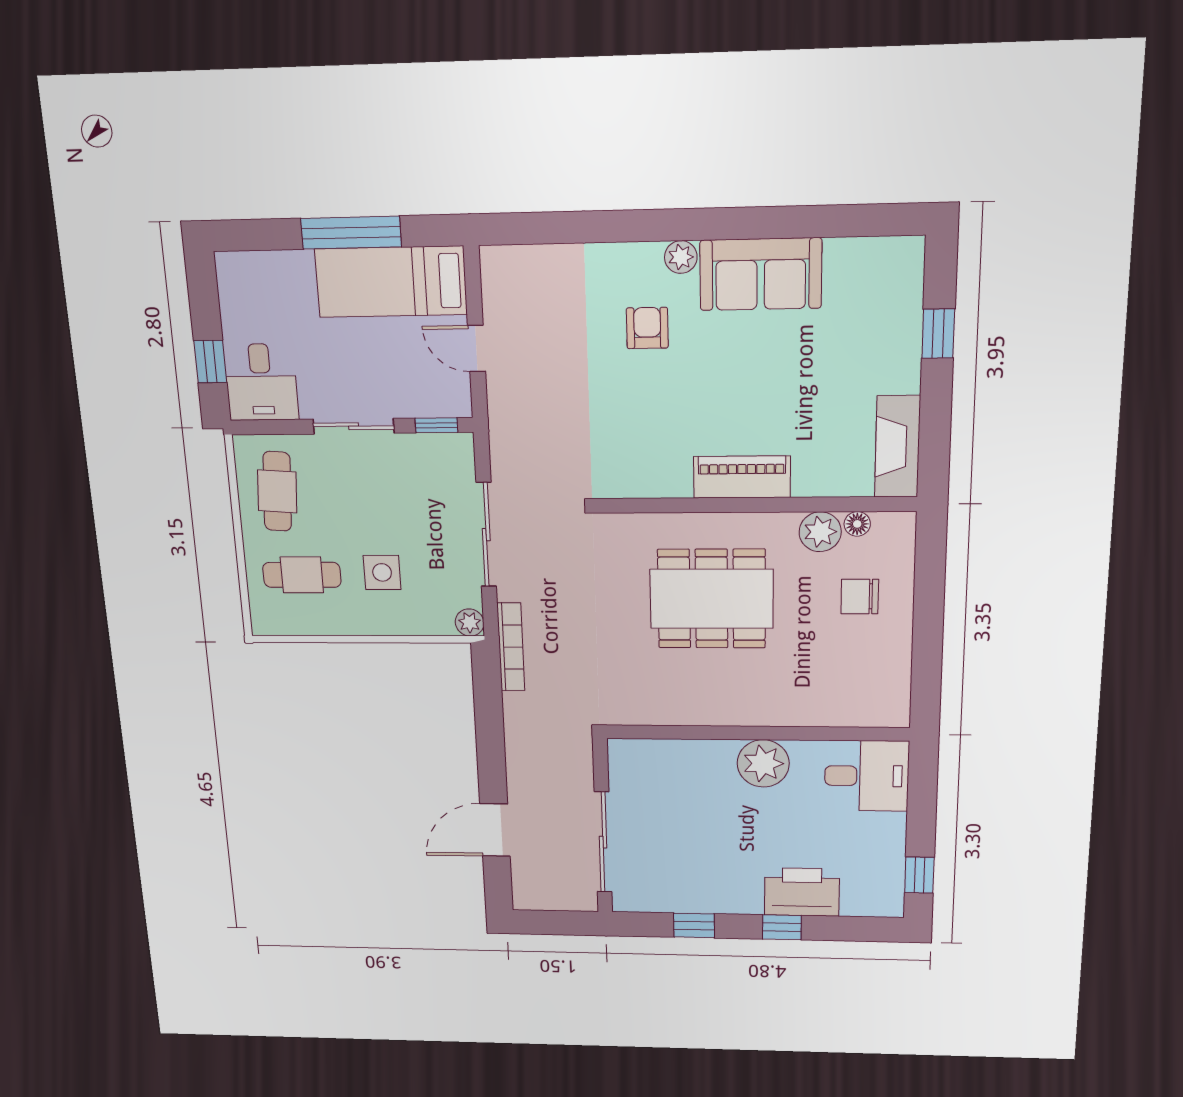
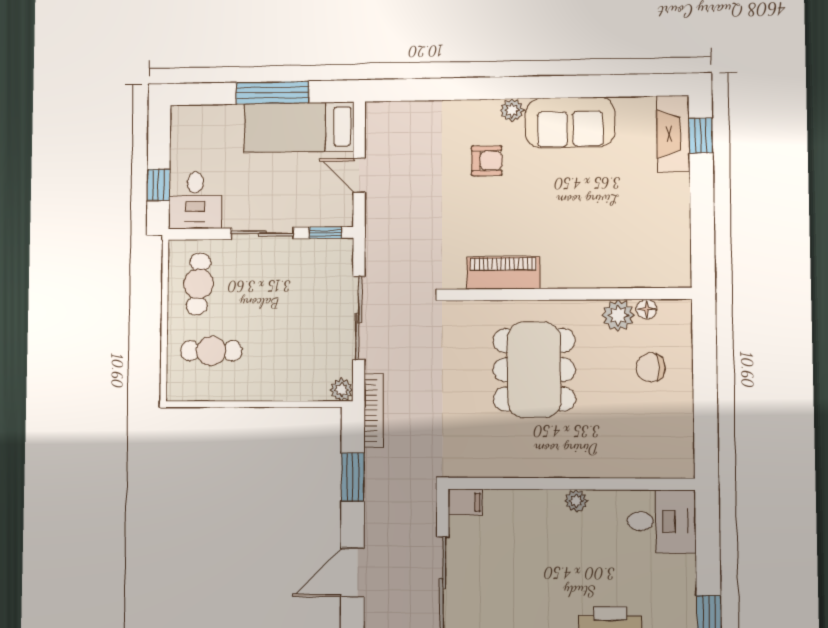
armchair: (647, 328) -> (487, 161), turned 90
window: (938, 334) -> (701, 136), moved
fireplace: (897, 447) -> (673, 134), moved
piano: (742, 477) -> (503, 273), moved
side table: (382, 572) -> (275, 349), removed
dining table: (712, 599) -> (534, 370), turned 90
window: (489, 724) -> (353, 477), added
filing cabinet: (628, 753) -> (465, 502), added
plant: (763, 763) -> (576, 501), width x0.53, depth x0.53

